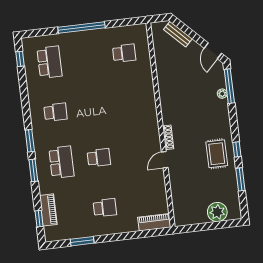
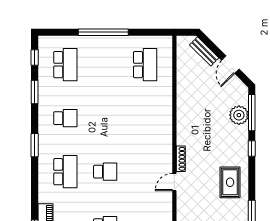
door: (213, 51) -> (230, 65), moved
school desk: (124, 53) -> (145, 65), width x1.85
plant: (222, 94) -> (239, 115), width x1.88, depth x1.88
window: (237, 149) -> (252, 148), moved
window: (33, 170) -> (35, 92), moved

